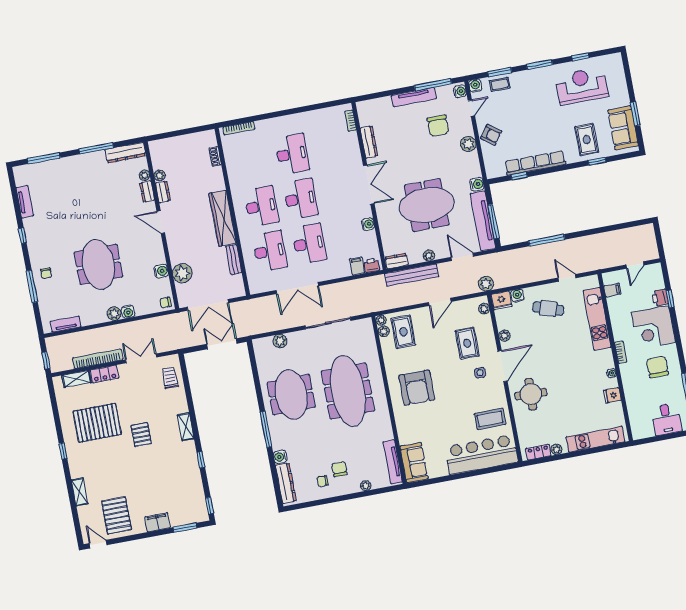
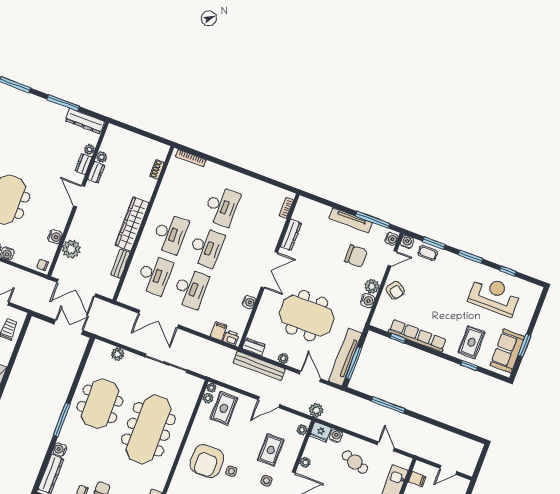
chair: (438, 126) -> (356, 256), turned -90
water cooler: (477, 184) -> (368, 301), moved
side table: (444, 383) -> (231, 471), added

